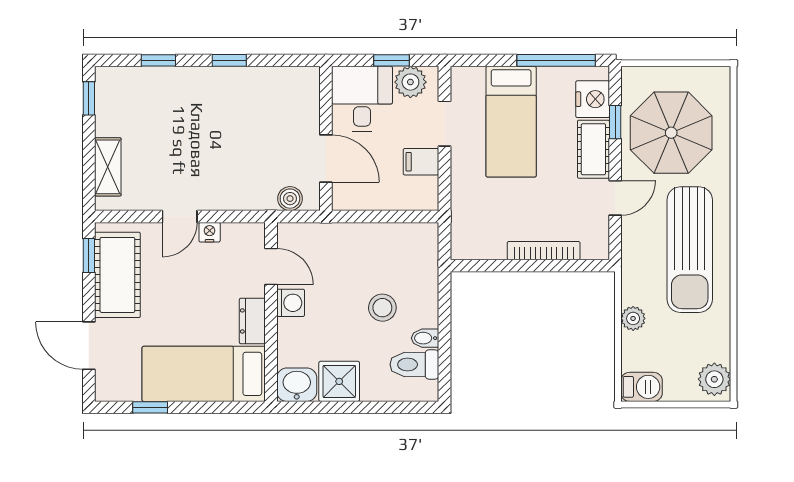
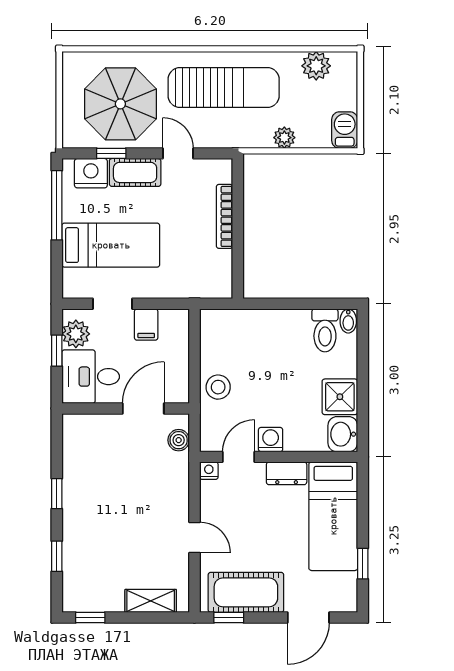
nightstand: (210, 232) -> (209, 471), moved, turned 90
stool: (382, 308) -> (218, 387), moved
bidet: (425, 338) -> (348, 321), moved
plant: (714, 379) -> (316, 66), moved

